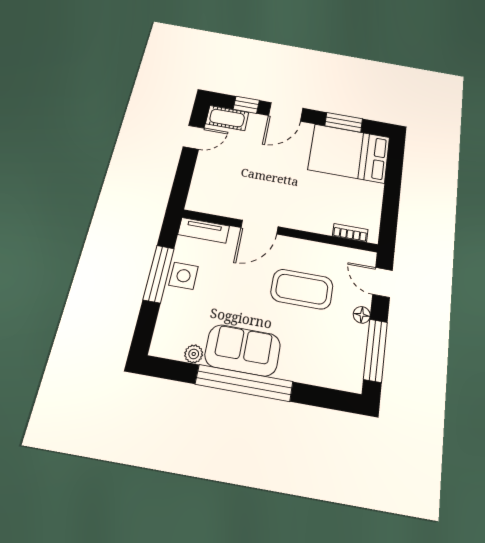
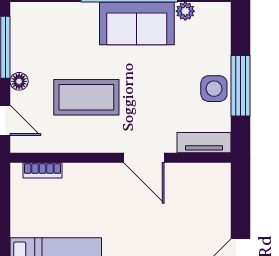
door: (259, 227) -> (144, 158), swing flipped

